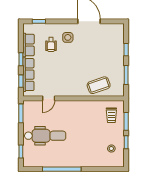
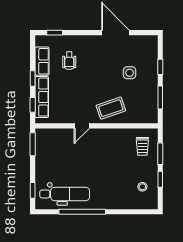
side table: (68, 37) -> (130, 73), moved
coffee table: (99, 85) -> (111, 108), moved
door: (49, 98) -> (82, 126), moved
dental chair: (45, 136) -> (65, 194), moved

